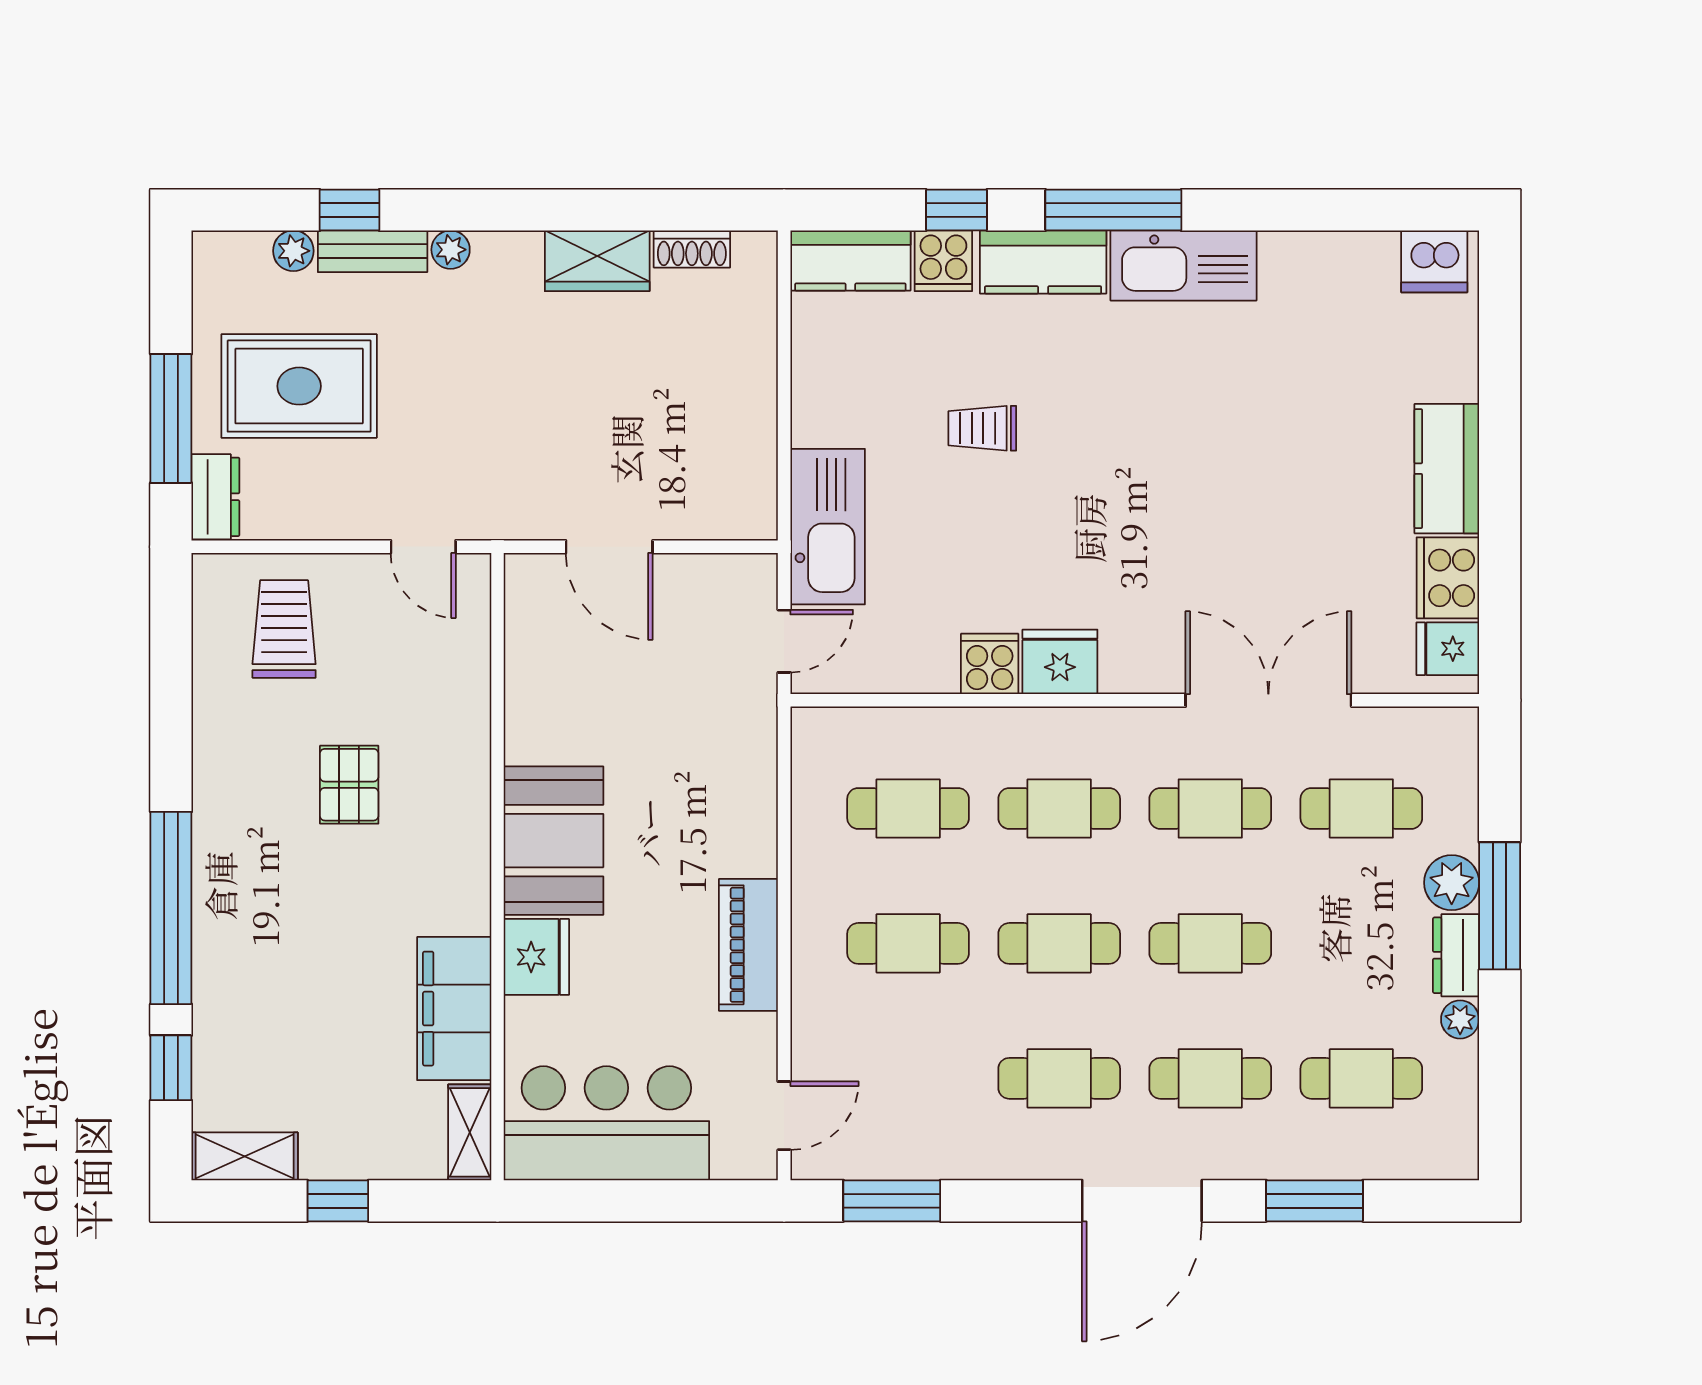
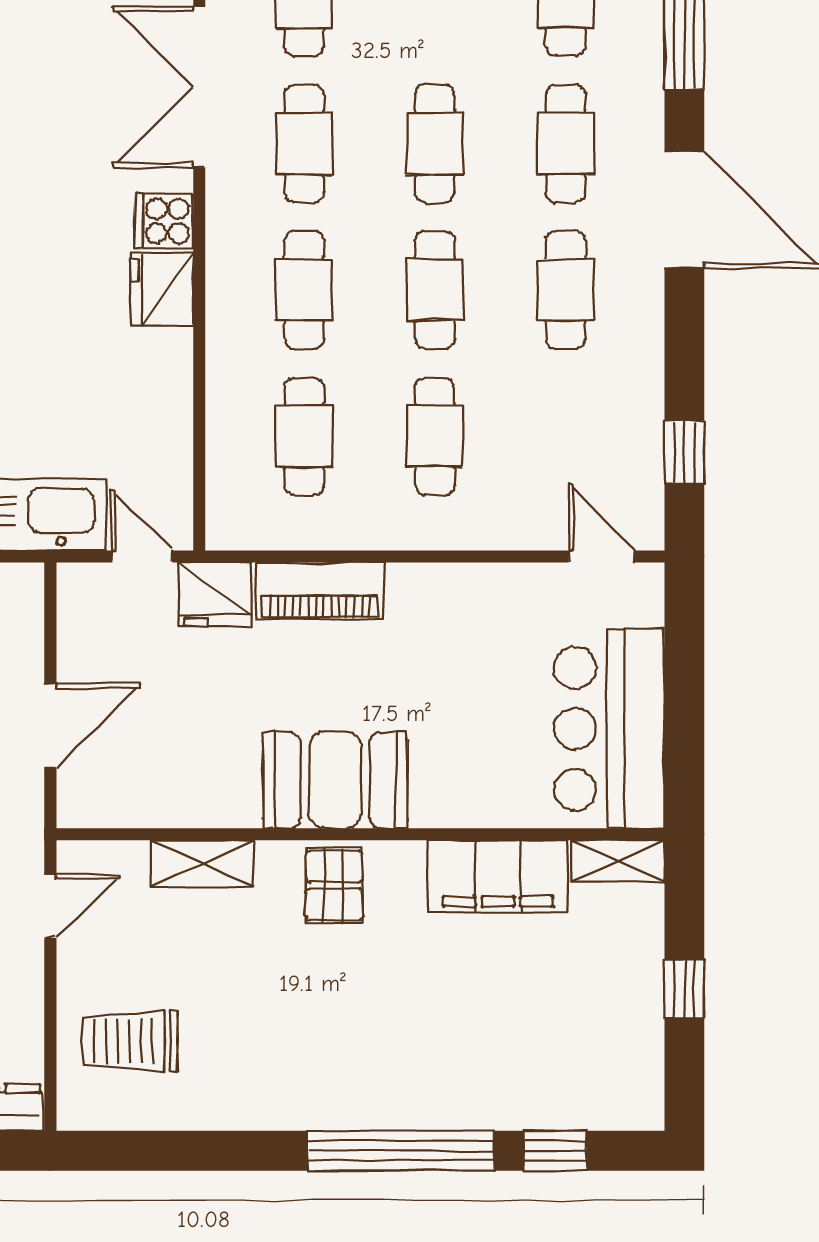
cooker: (990, 664) -> (164, 221), moved
pallet: (349, 785) -> (334, 885), moved, turned 90
piano: (748, 945) -> (320, 591), moved
fridge: (536, 957) -> (215, 594), moved, turned 180
shelving: (245, 1156) -> (202, 863), moved, turned 90
window: (892, 1201) -> (684, 452), width x0.67

